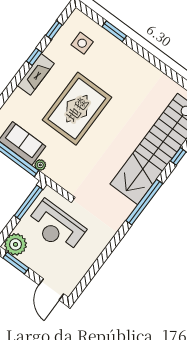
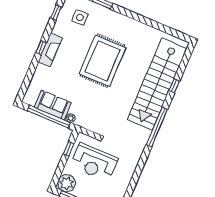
window: (34, 57) -> (41, 48), moved
rug: (77, 109) -> (102, 61), moved
window: (28, 202) -> (69, 149), width x0.46

